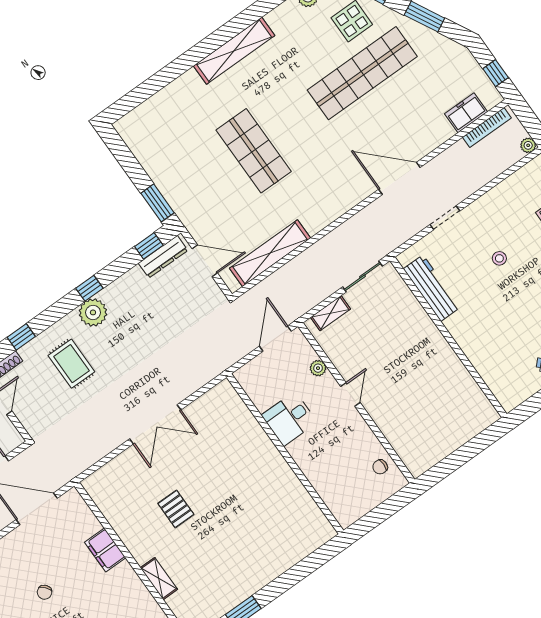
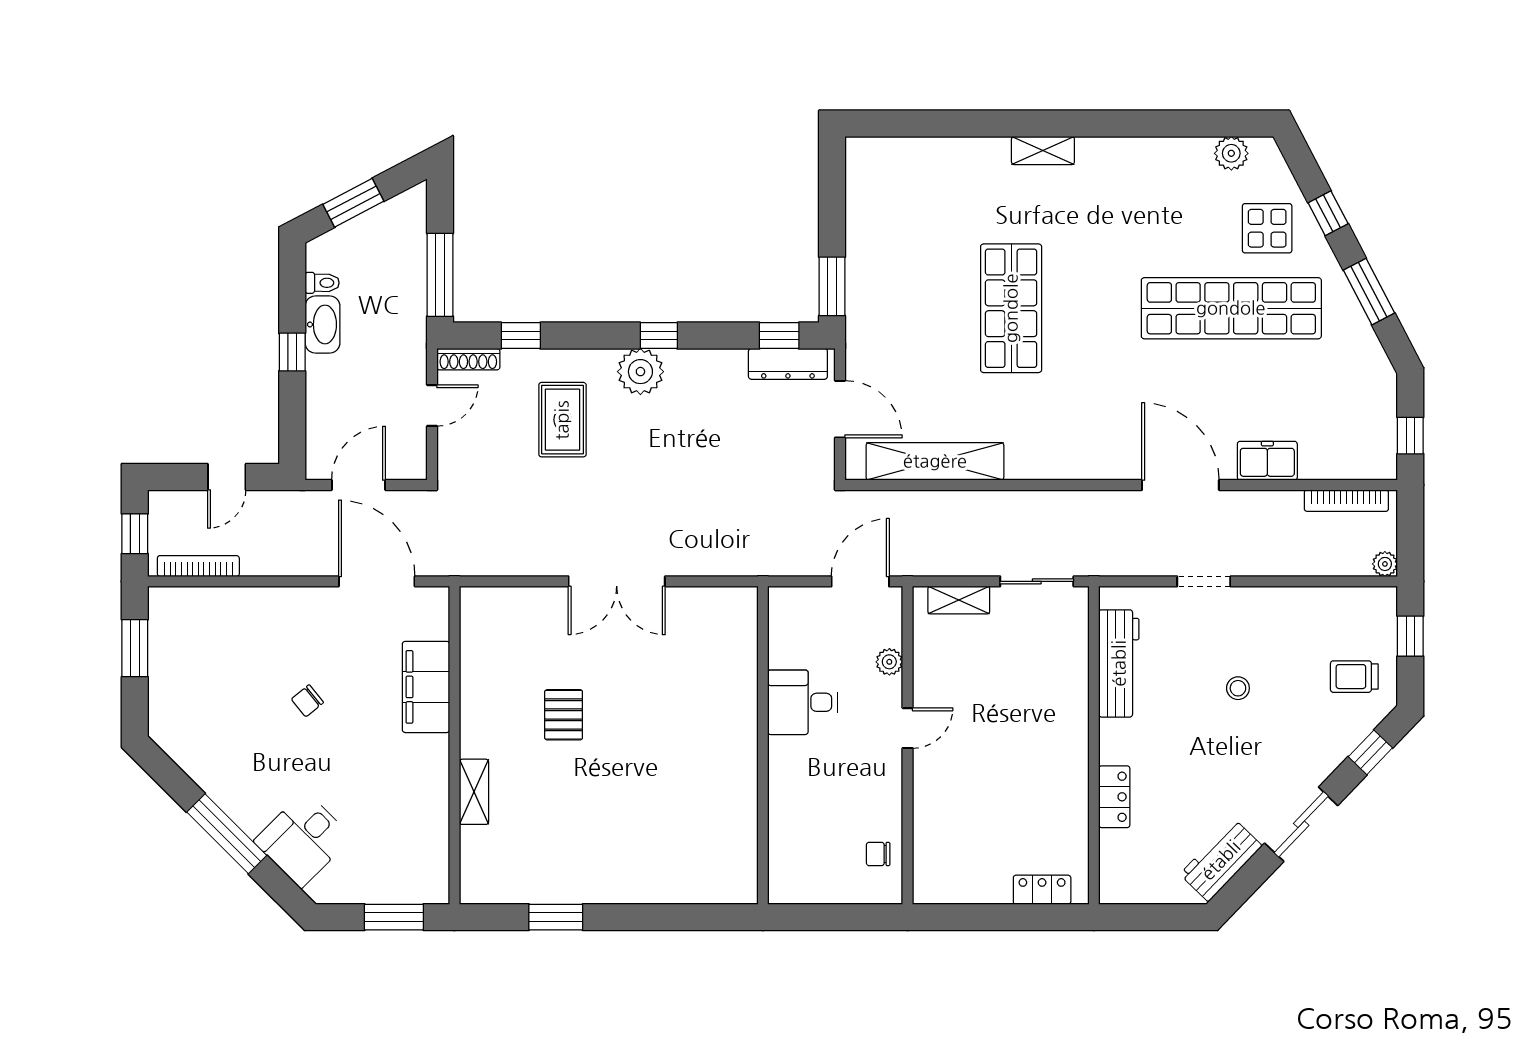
shelving: (234, 51) -> (1043, 150), width x0.45, depth x0.75
freezer: (466, 113) -> (1267, 461), moved
locker: (477, 356) -> (1114, 797), added
locker: (474, 427) -> (1042, 890), added
filing cabinet: (105, 550) -> (426, 687), width x1.50, depth x1.17

